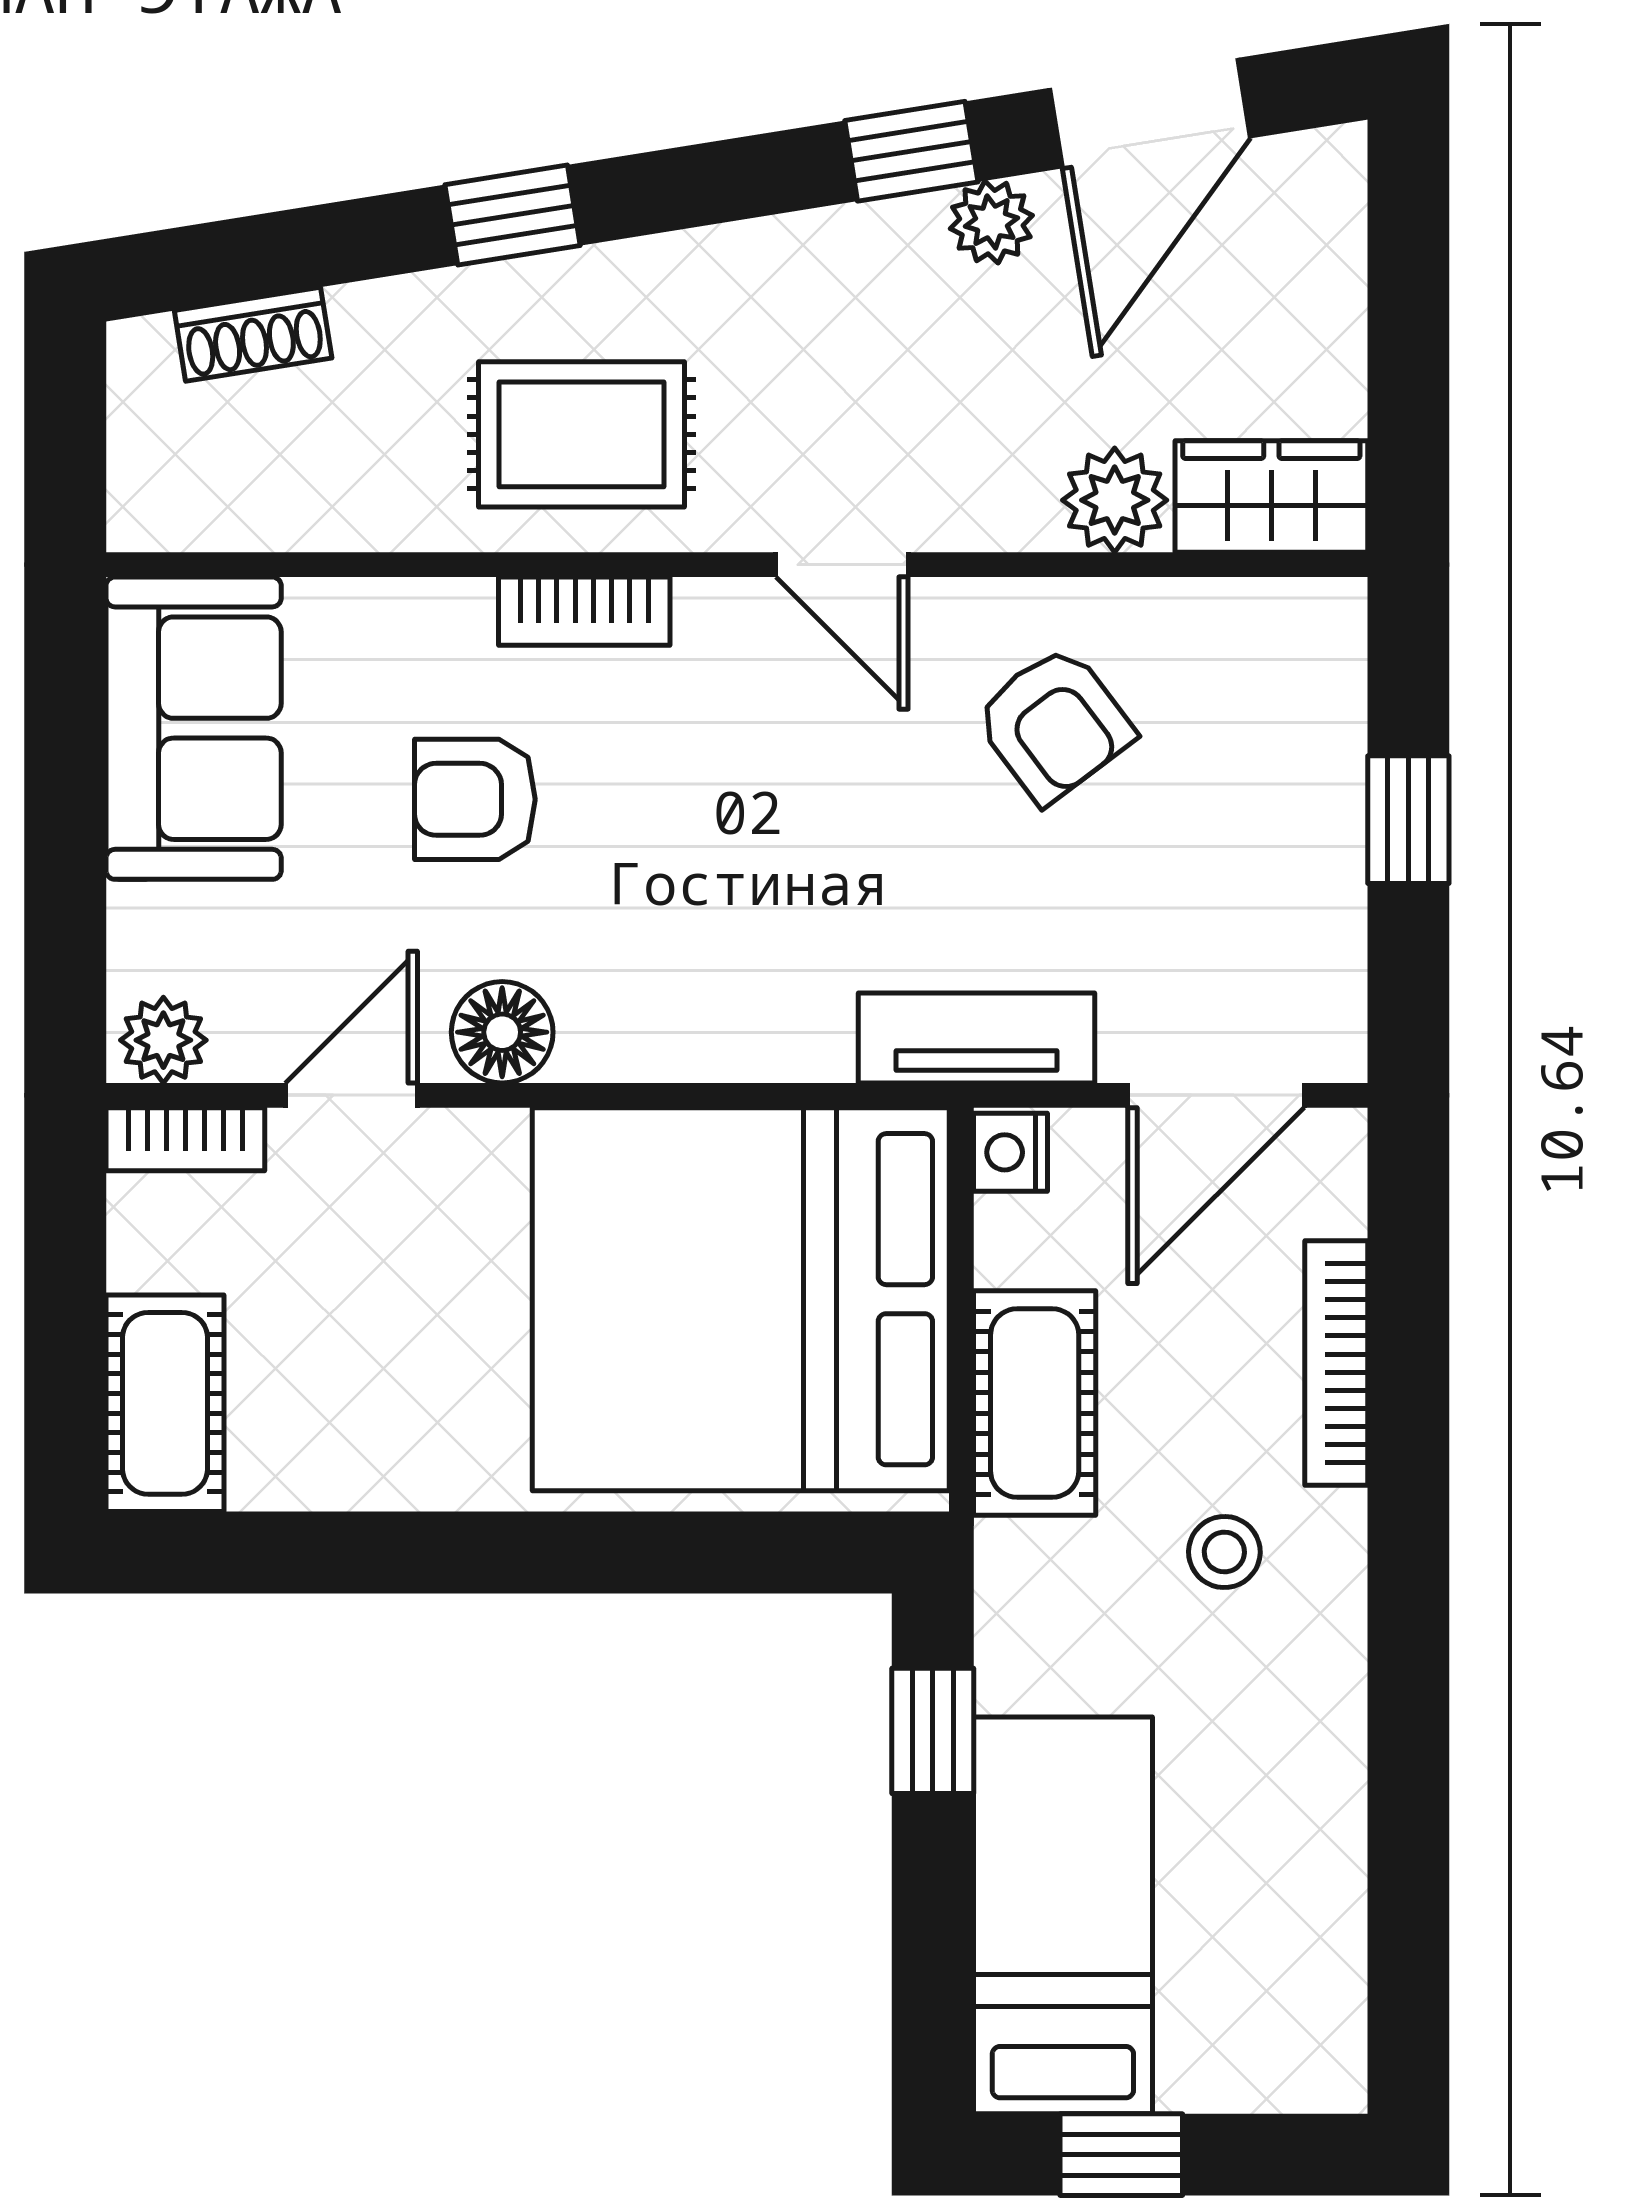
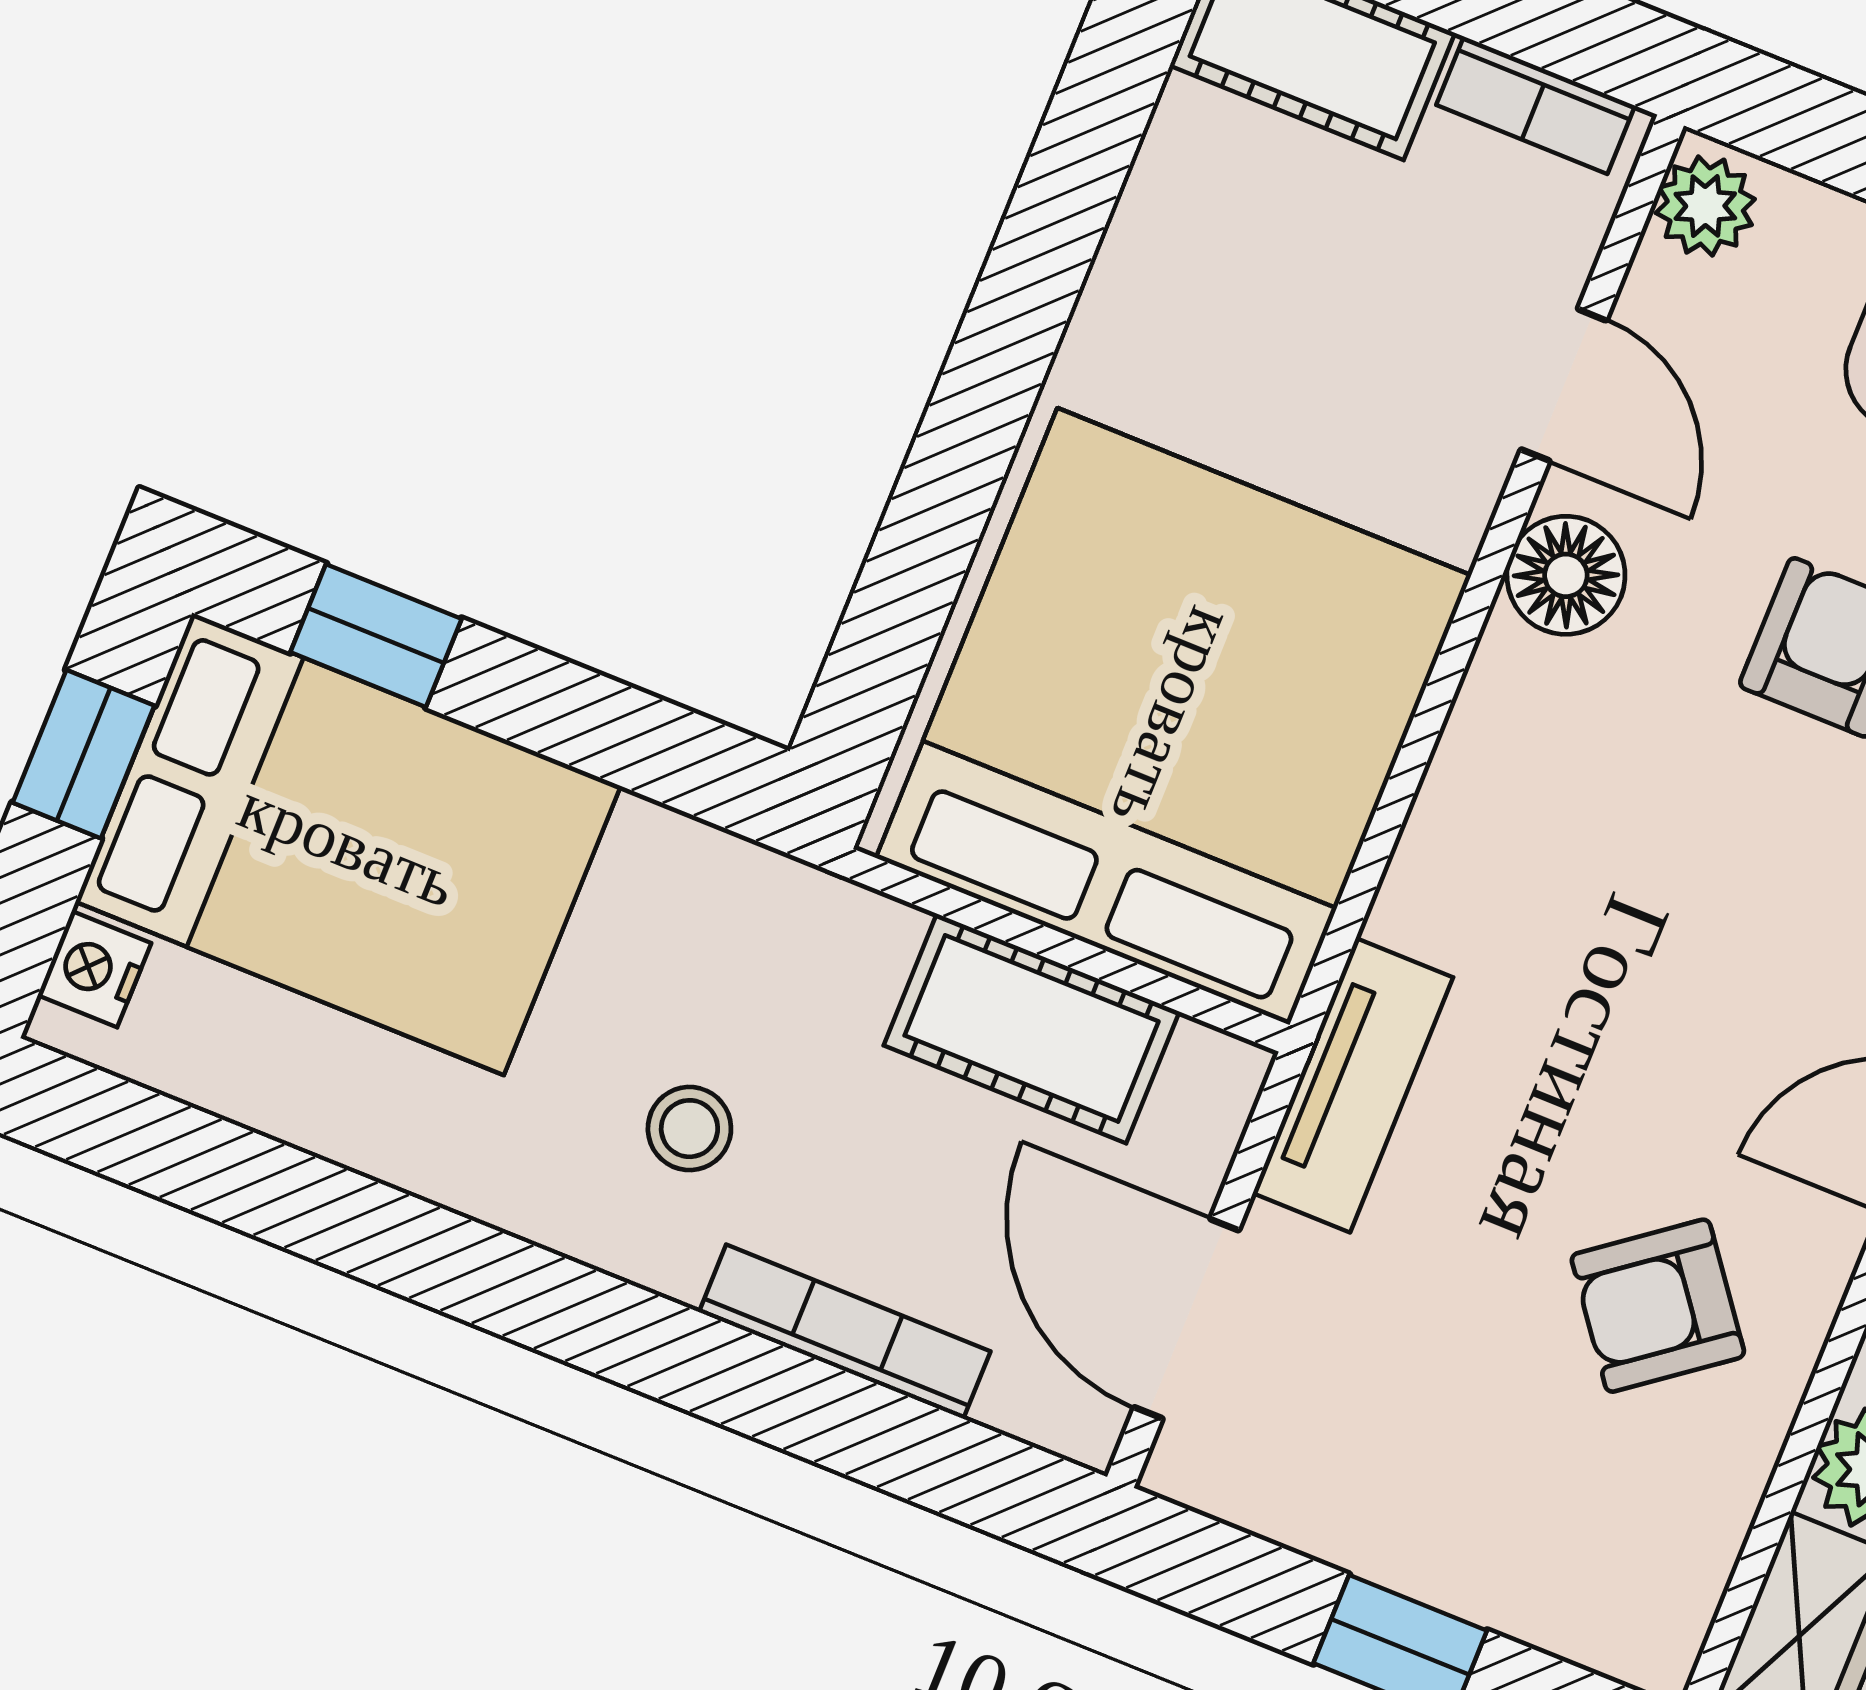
bookcase: (185, 1139) -> (1536, 105), moved, turned -90
nightstand: (1011, 1152) -> (94, 969), moved, turned -90
cot: (1035, 1403) -> (1032, 1028), moved
window: (933, 1731) -> (376, 636), moved
bed: (1063, 1915) -> (348, 844), width x1.50

